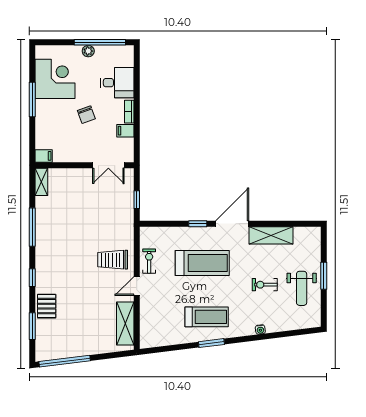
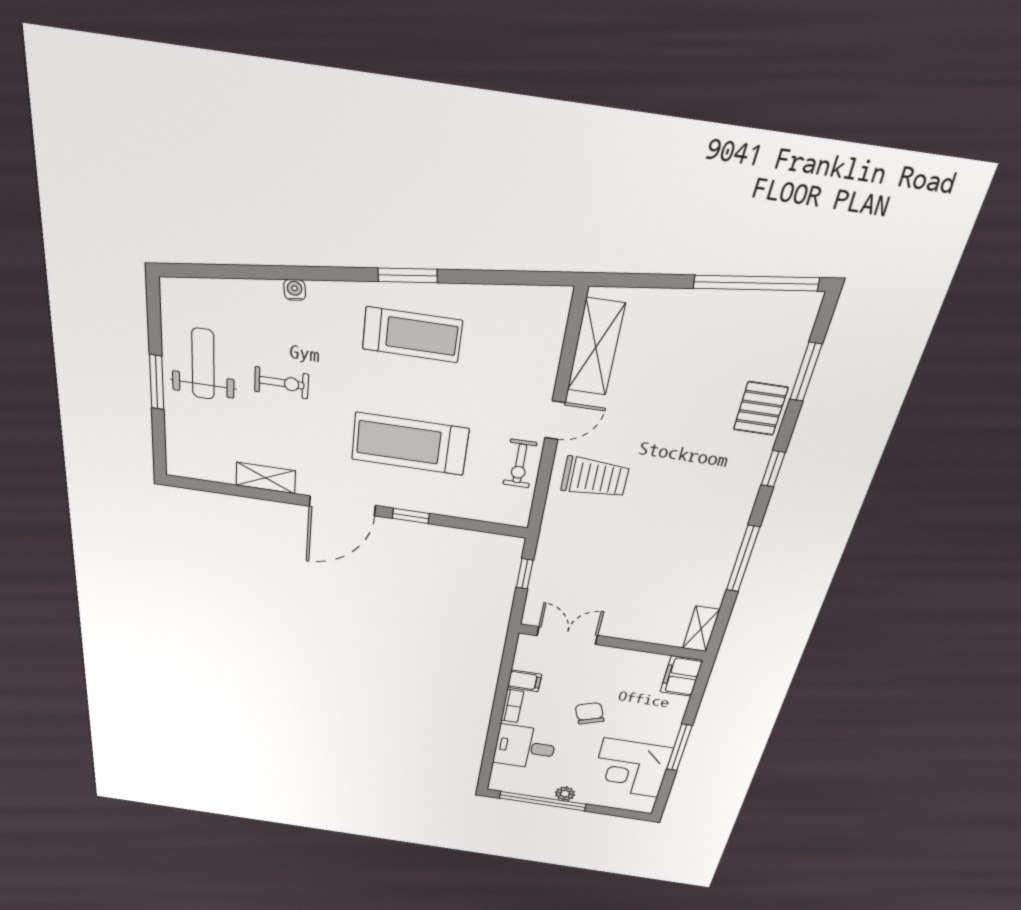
filing cabinet: (44, 156) -> (681, 676), width x2.00
shelving: (271, 235) -> (266, 478), width x0.67, depth x0.75
treadmill: (207, 317) -> (412, 335), turned 180

